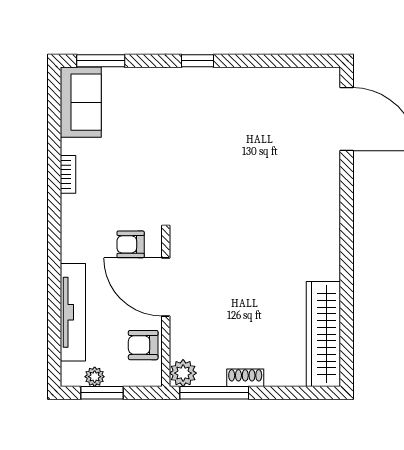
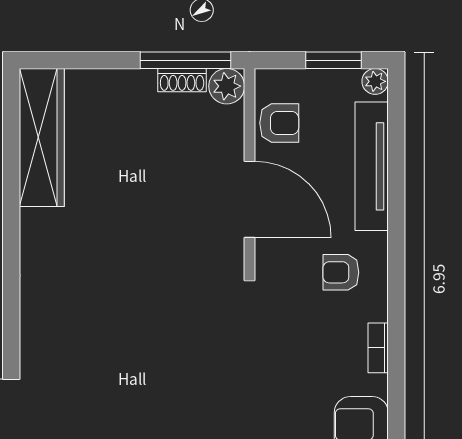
armchair: (131, 244) -> (341, 272), moved, turned 180
plant: (95, 377) -> (375, 81), moved
shoe rack: (245, 378) -> (182, 80), moved

